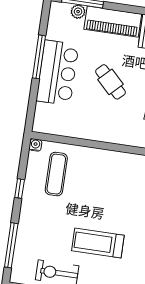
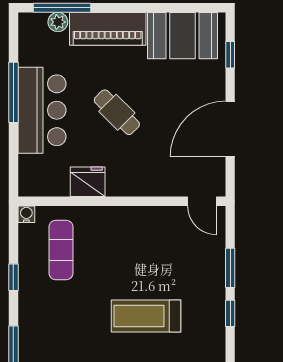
fridge: (82, 128) -> (88, 182), added
treadmill: (98, 243) -> (146, 316), moved

